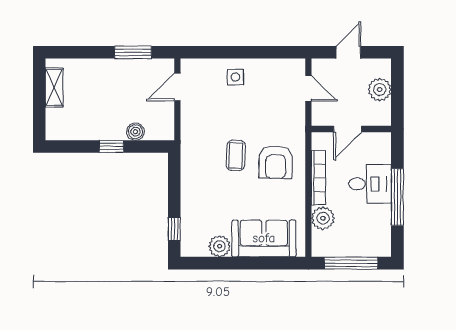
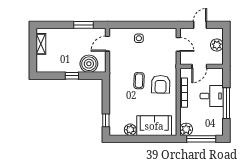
boiler: (135, 132) -> (89, 64), width x1.86, depth x1.86
plant: (323, 218) -> (186, 129), moved

